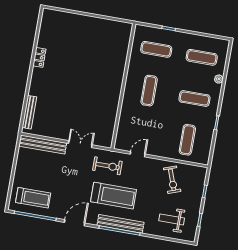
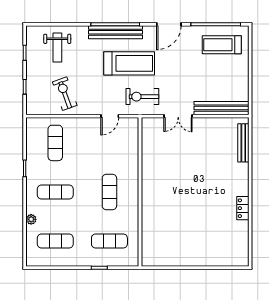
treadmill: (114, 196) -> (129, 63), turned 180
weight bench: (172, 219) -> (57, 48), turned 90

